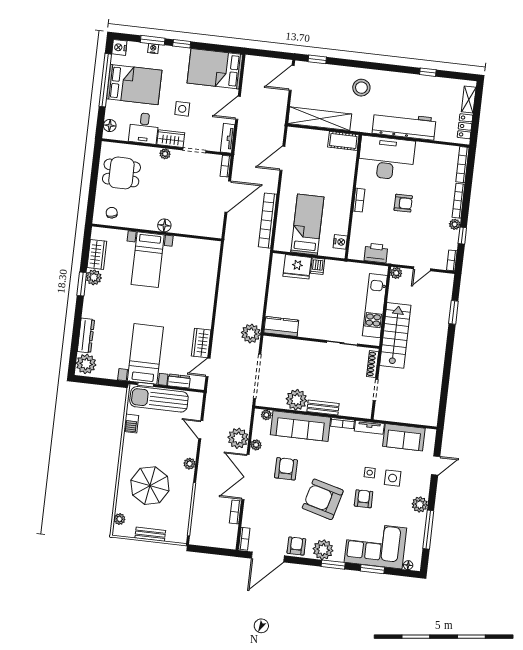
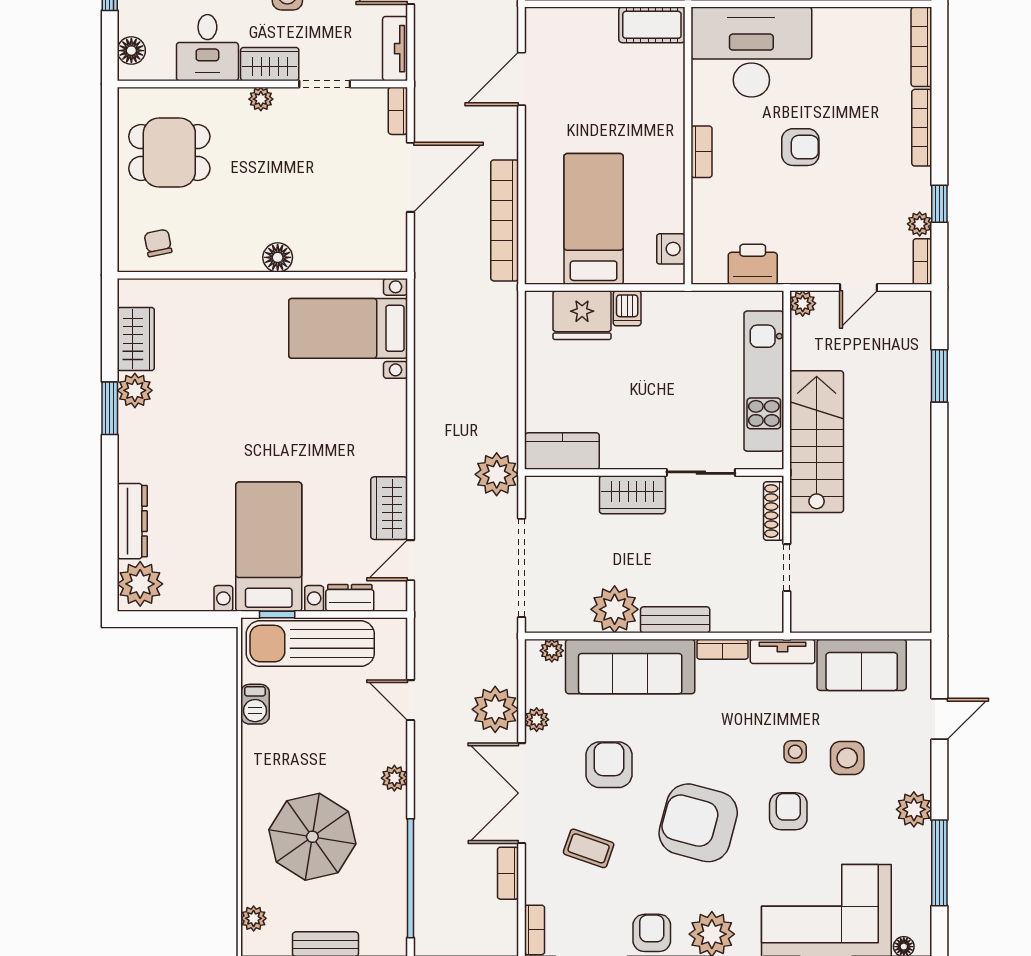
plant: (455, 224) -> (920, 224), moved
bed with nightstands: (148, 260) -> (348, 328), moved, turned 90
wardrobe: (310, 350) -> (632, 495), added
coffee table: (273, 505) -> (589, 848), added

